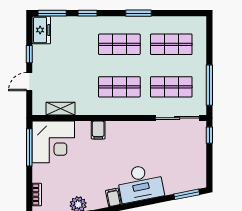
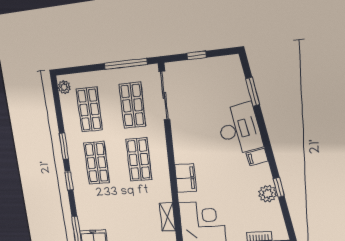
window: (87, 13) -> (69, 181), moved
plant: (195, 22) -> (64, 87), added
filing cabinet: (98, 130) -> (186, 178), width x2.00
window: (209, 135) -> (197, 55), moved
window: (187, 194) -> (253, 92), moved

